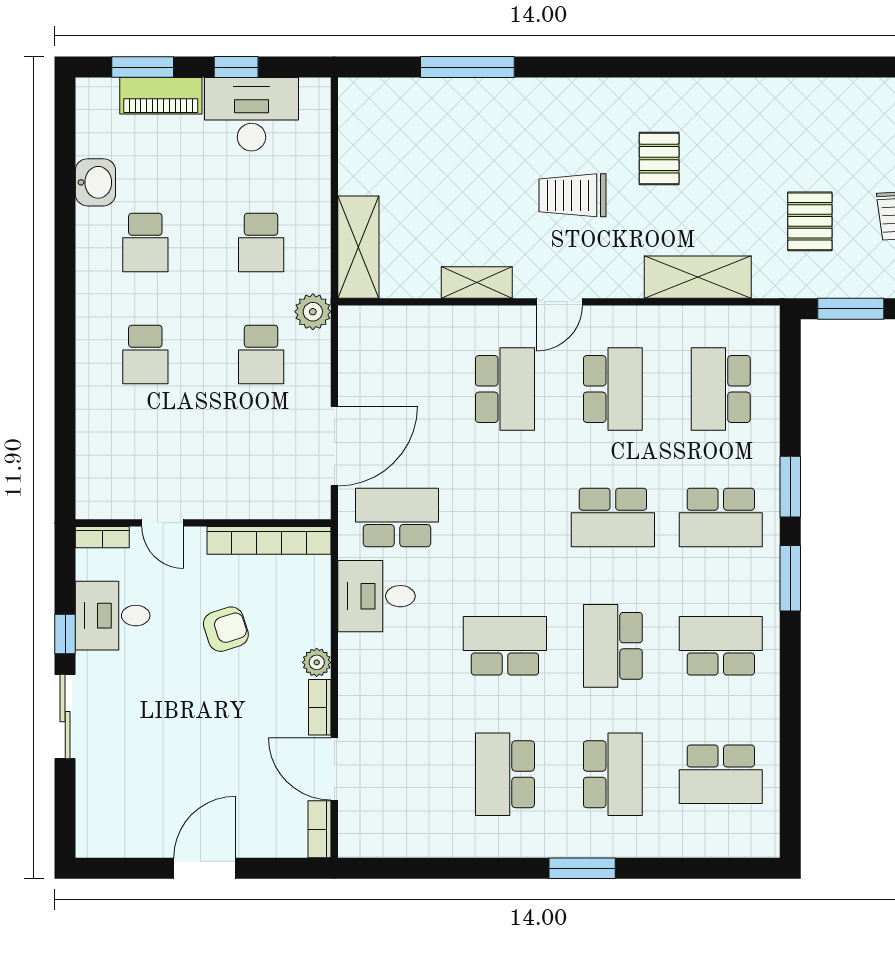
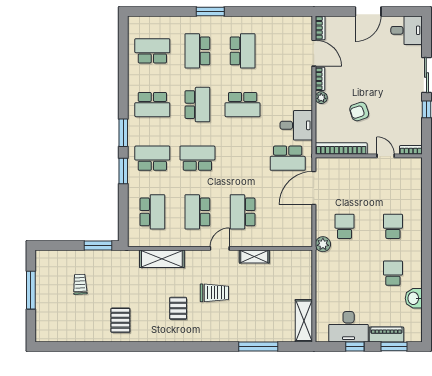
pallet: (810, 221) -> (120, 320), moved
school desk: (261, 242) -> (345, 273), removed
shelving: (358, 247) -> (304, 321), moved
desk: (113, 616) -> (407, 30), moved

